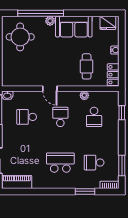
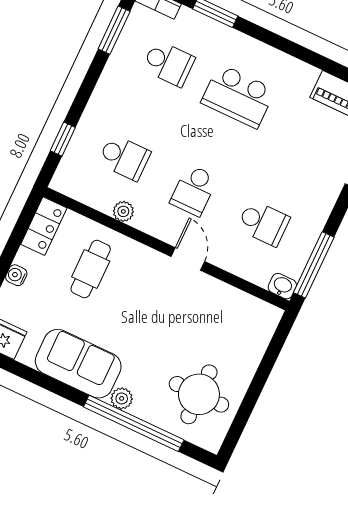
school desk: (94, 117) -> (124, 158), turned 90

